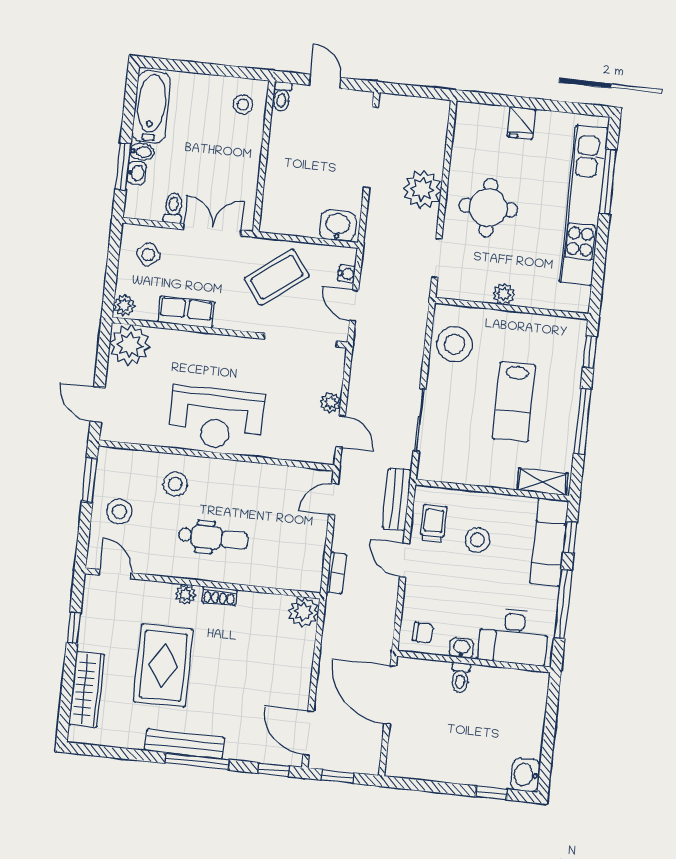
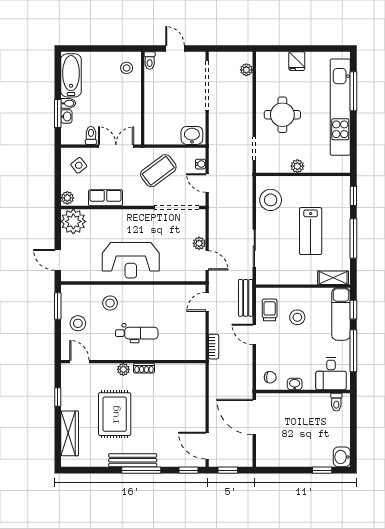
plant: (422, 189) -> (246, 70), moved, width x0.53, depth x0.53
plant: (303, 612) -> (196, 372), removed
desk: (513, 637) -> (331, 374), width x0.73
toilet: (460, 678) -> (336, 402), moved

